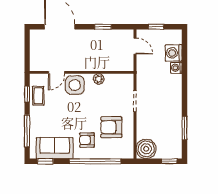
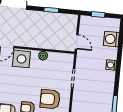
door: (135, 46) -> (77, 42), moved
washing machine: (176, 68) -> (111, 65), moved

